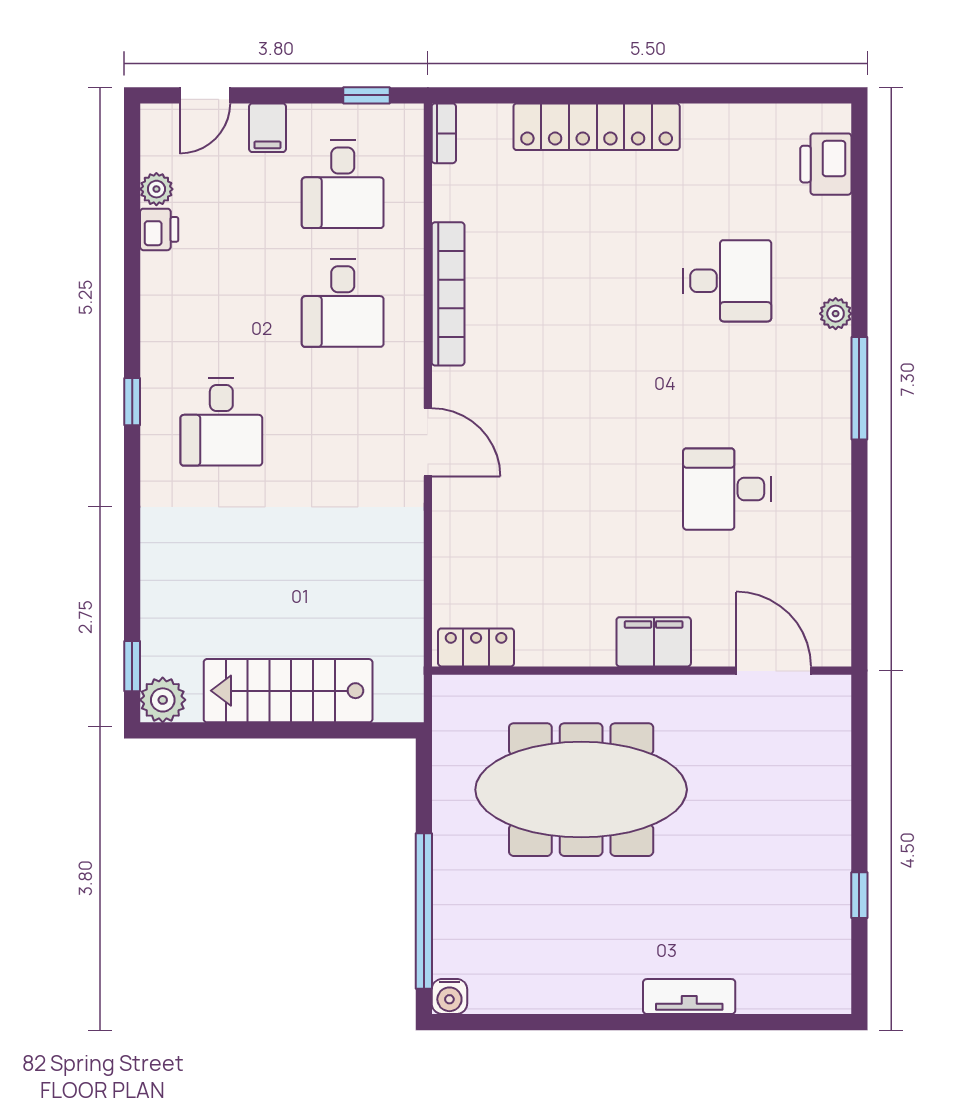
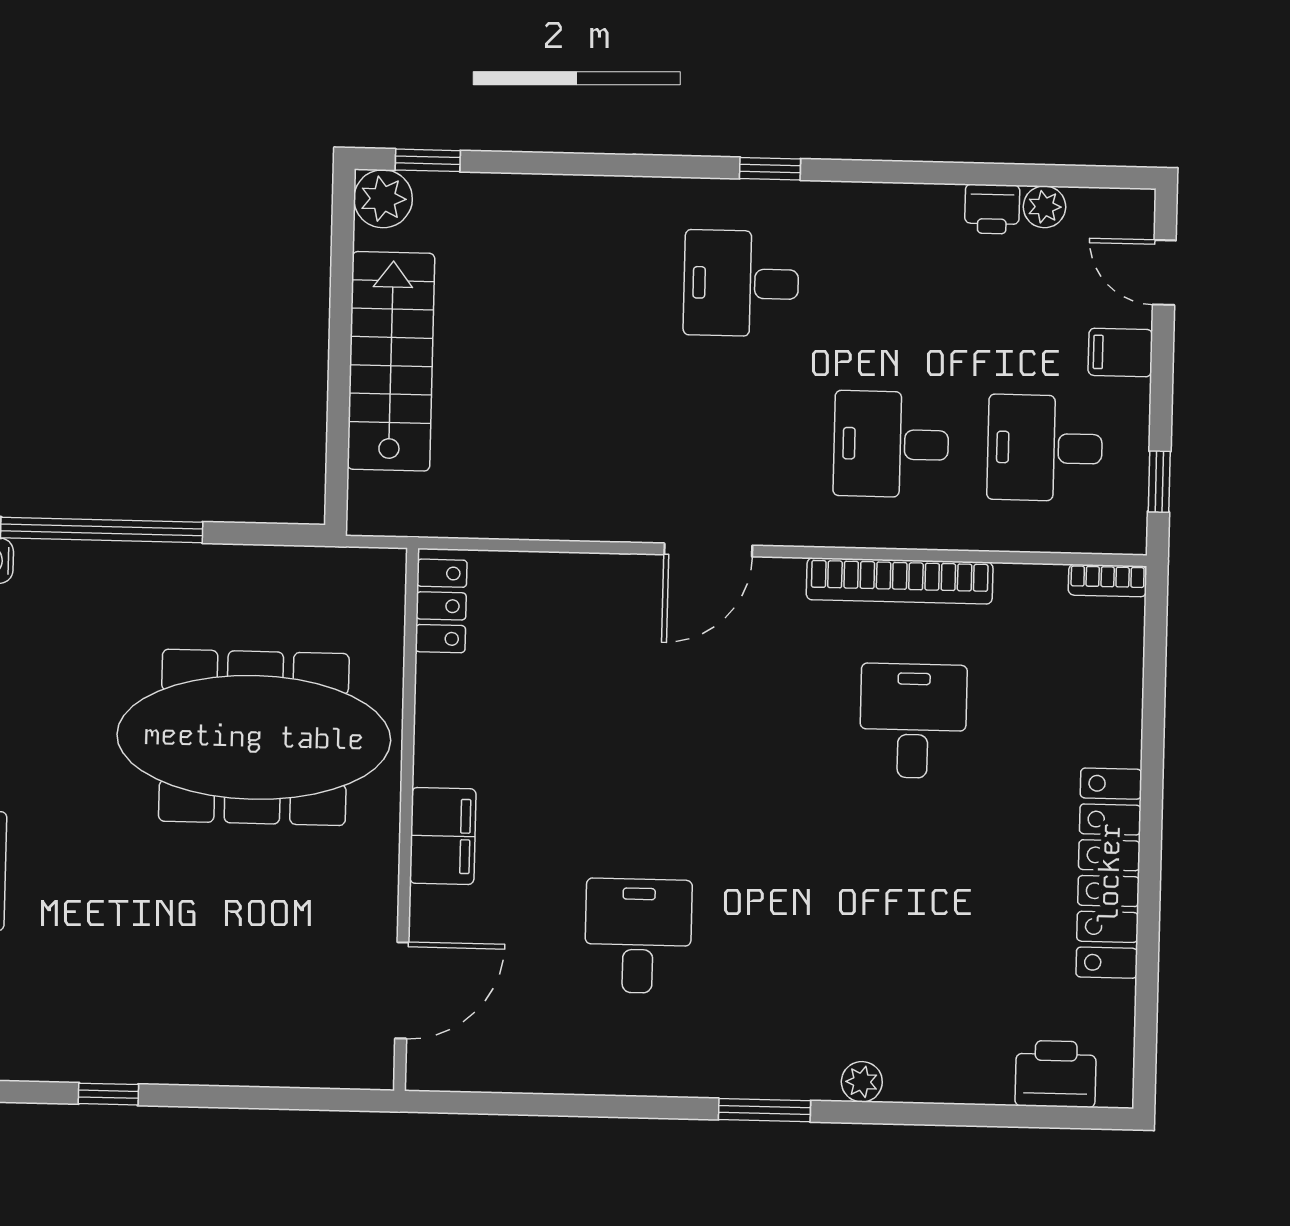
locker: (597, 127) -> (1109, 873), moved
desk: (727, 281) -> (913, 721), moved, turned 180
window: (859, 388) -> (764, 1110), width x0.69
meeting table: (581, 790) -> (254, 737), turned 90

